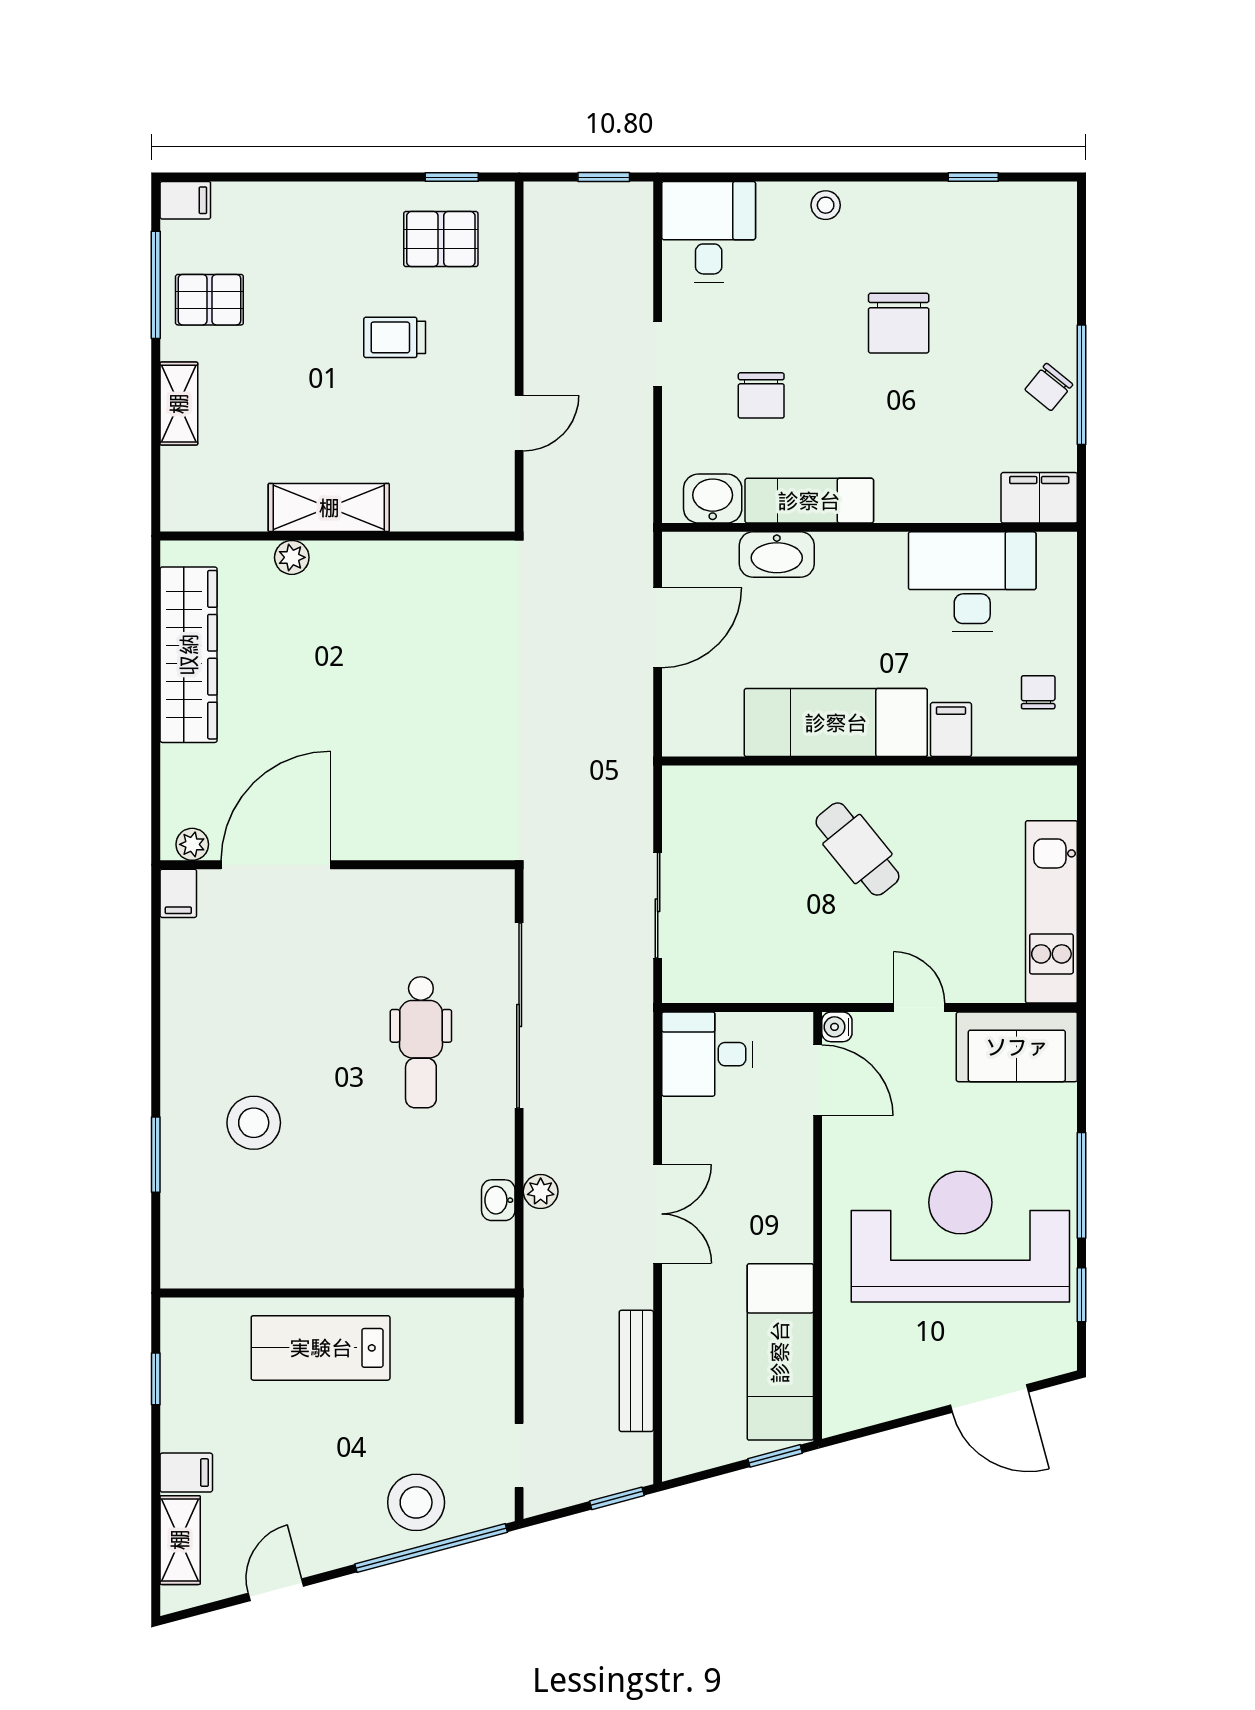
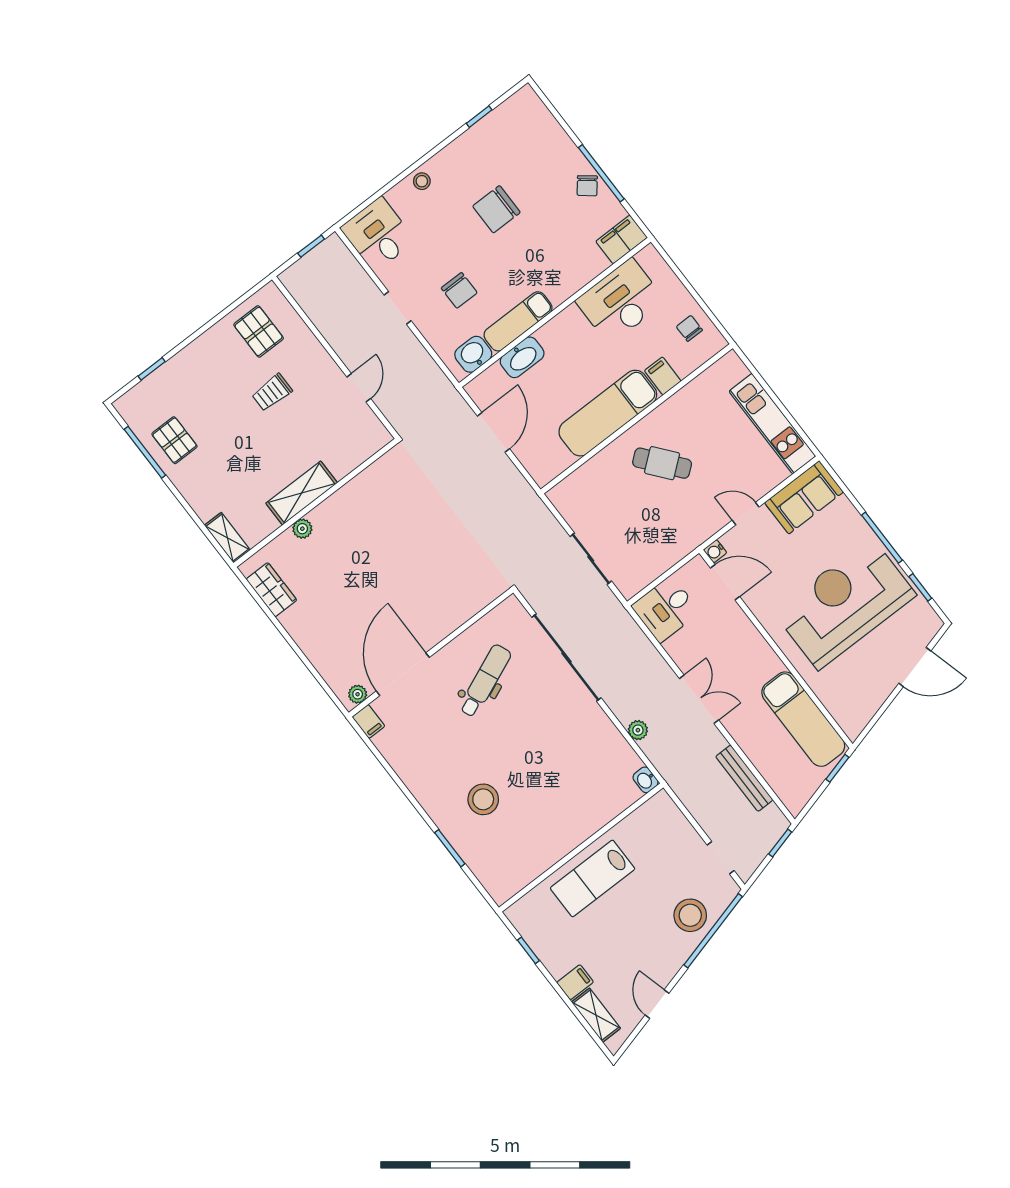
window: (452, 177) -> (152, 369), moved
filing cabinet: (185, 200) -> (129, 403), removed
pallet: (441, 239) -> (259, 331), turned 90
pallet: (209, 300) -> (174, 440), turned 90
chair: (899, 323) -> (496, 209), turned 90
shelving: (179, 404) -> (227, 538), moved
wardrobe: (189, 655) -> (271, 590), width x0.48, depth x0.85
dental chair: (421, 1042) -> (485, 681), moved, turned -113
washbasin: (498, 1200) -> (646, 780), moved

